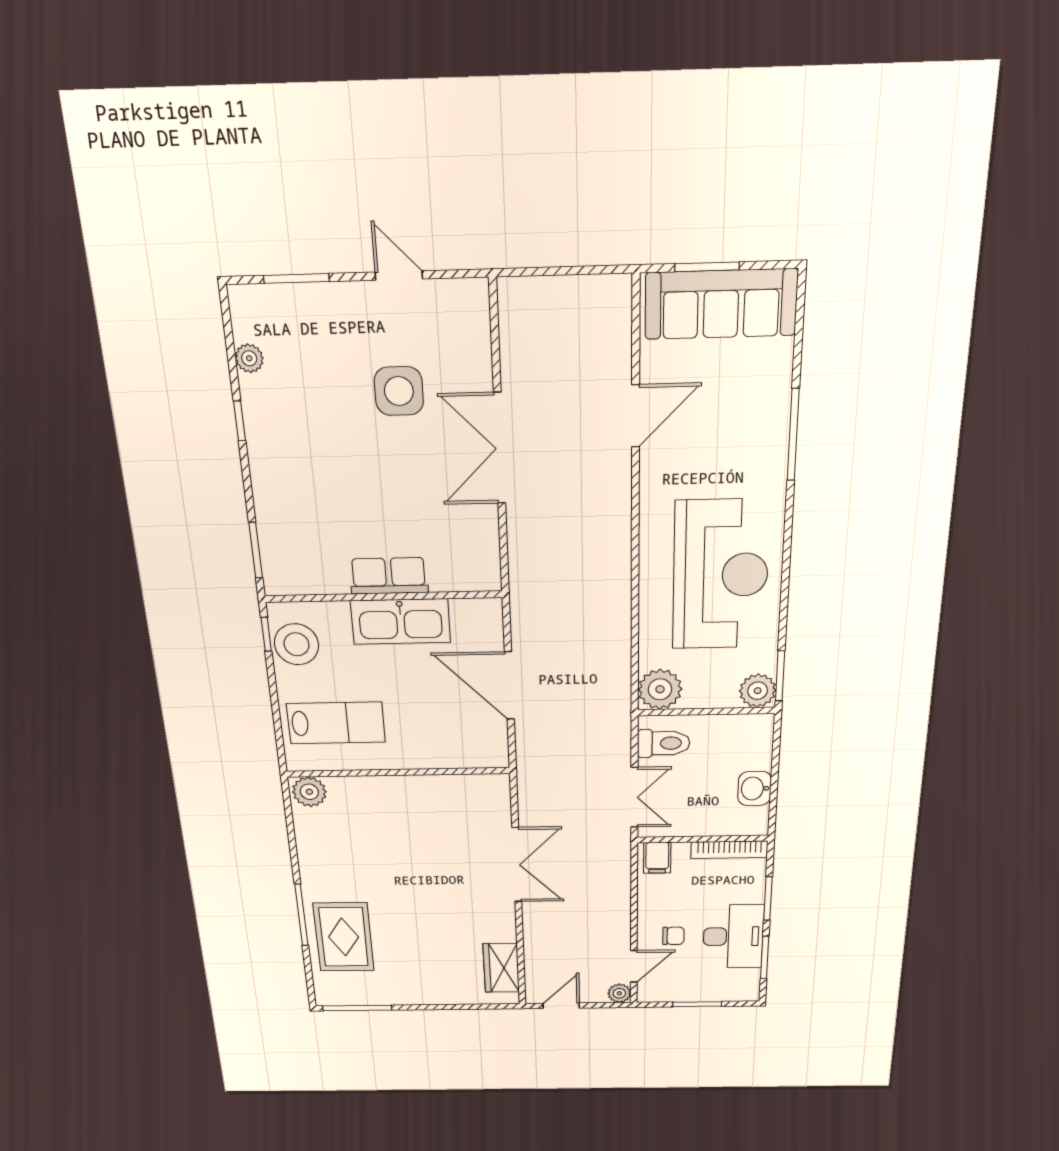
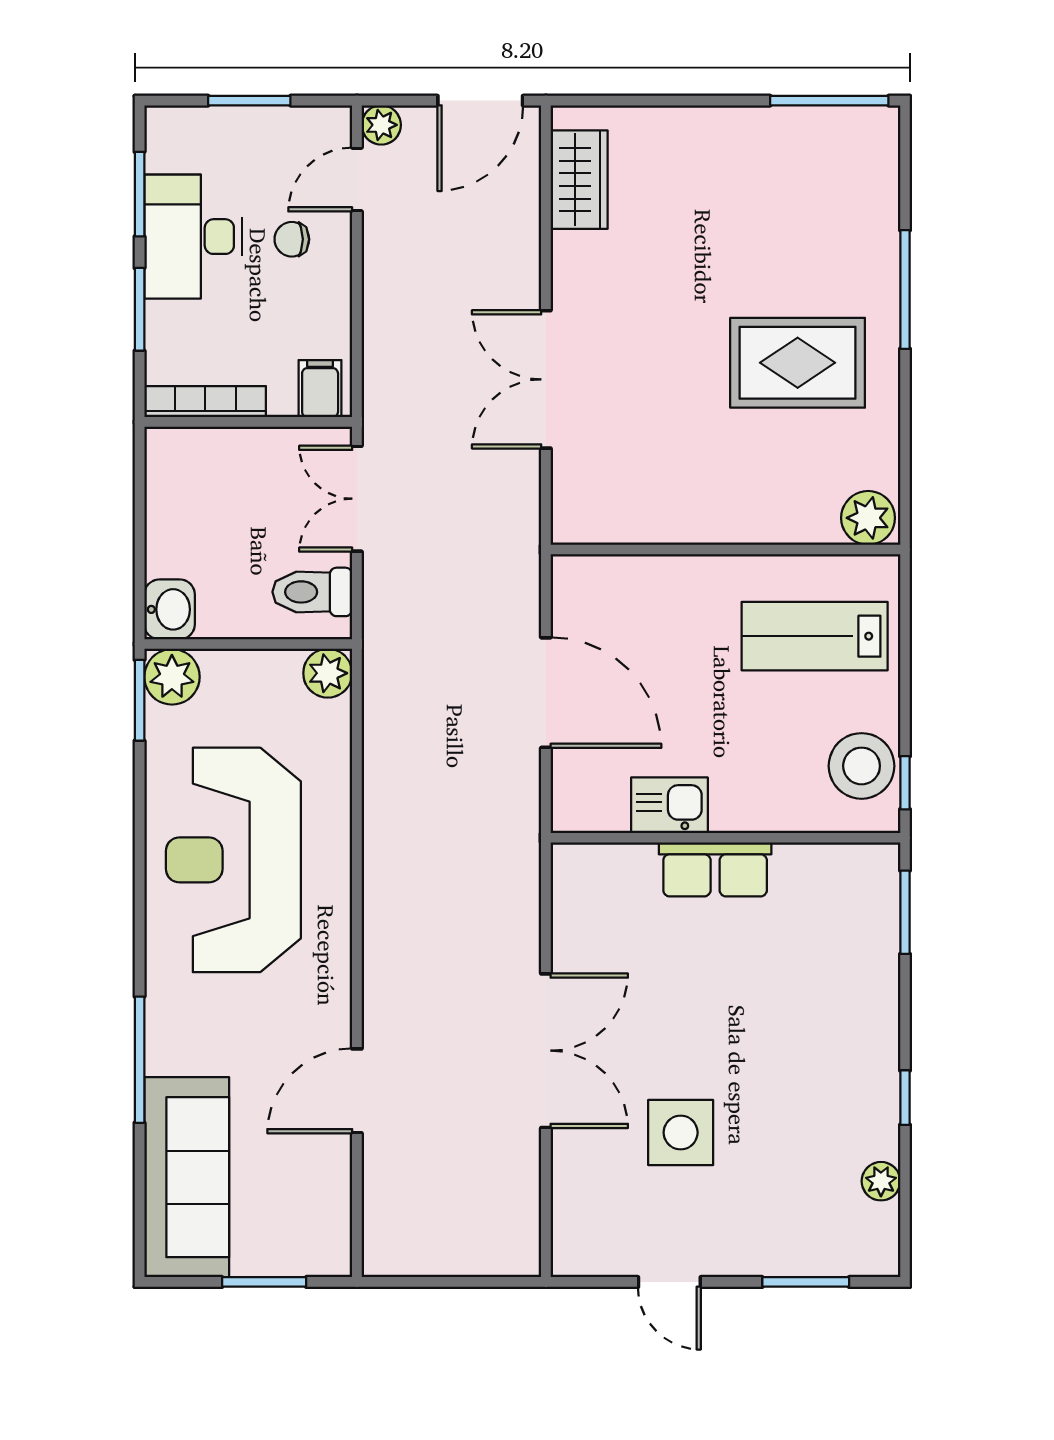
sofa: (721, 304) -> (187, 1177), moved, turned 90
kitchen sink: (401, 622) -> (669, 805), width x0.53, depth x0.81
plant: (660, 689) -> (328, 673), width x0.73, depth x0.73
washbasin: (755, 788) -> (170, 609), moved
rug: (344, 937) -> (798, 363), moved, turned 90
door: (561, 1006) -> (480, 101), width x1.38

